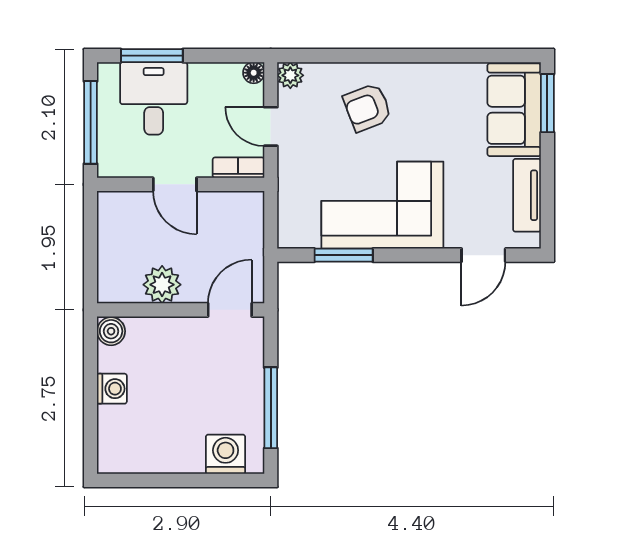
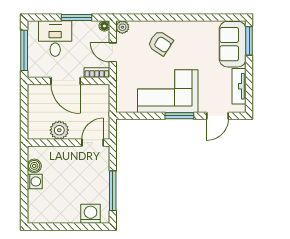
window: (152, 56) -> (77, 18), moved
armchair: (367, 108) -> (160, 43), turned -126
door: (175, 184) -> (66, 81), width x1.38
window: (344, 255) -> (179, 116), moved
boiler: (111, 331) -> (34, 166), moved

